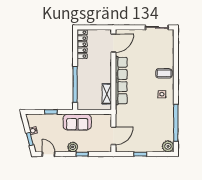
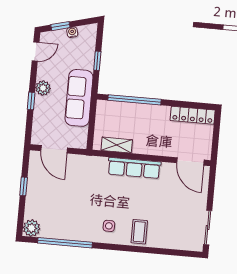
row of seats: (121, 81) -> (134, 168), width x0.73
sofa: (77, 122) -> (79, 98), width x1.36

